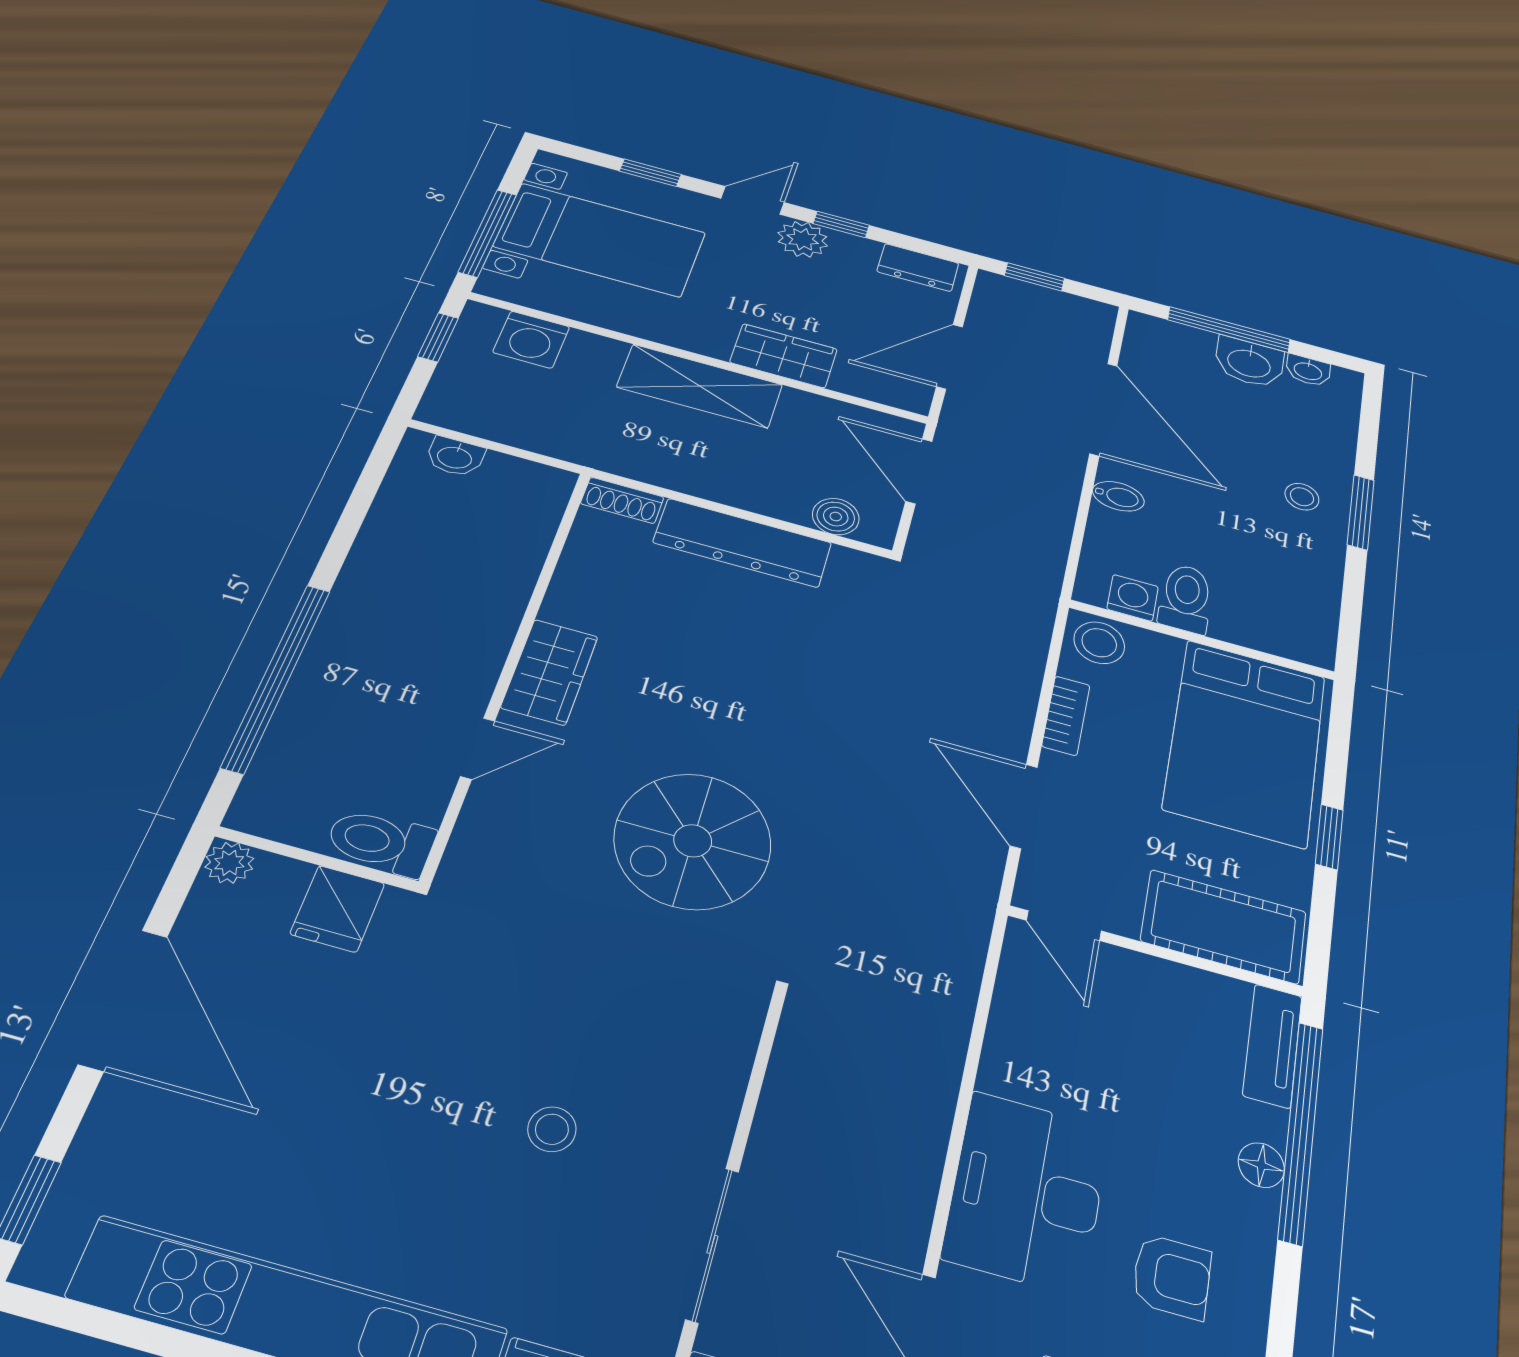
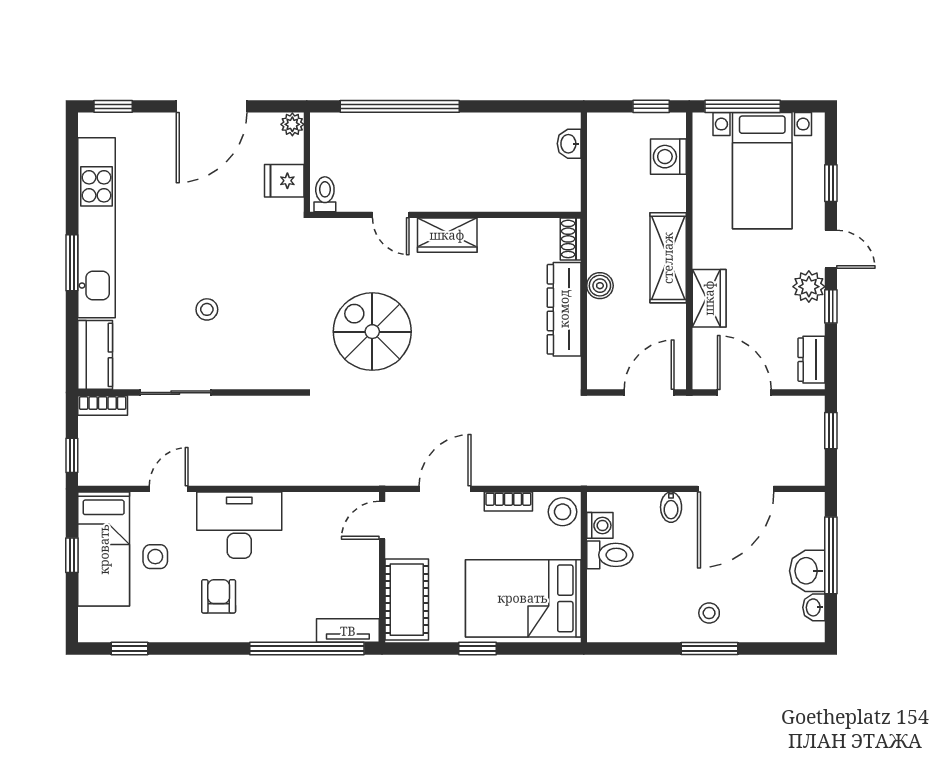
boiler: (836, 517) -> (600, 286), moved
toilet: (381, 842) -> (325, 194), width x0.73, depth x0.72
floor lamp: (1261, 1165) -> (284, 631), removed
armchair: (1172, 1277) -> (219, 596), turned 180

